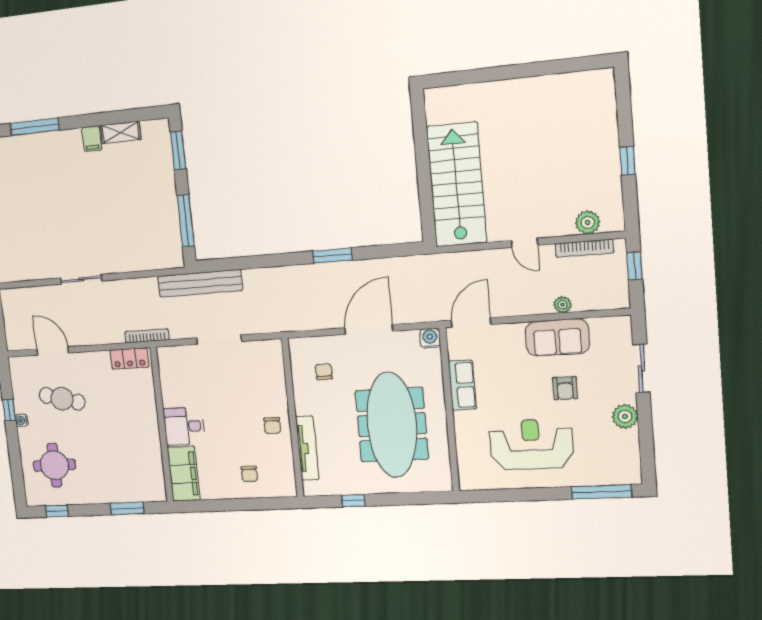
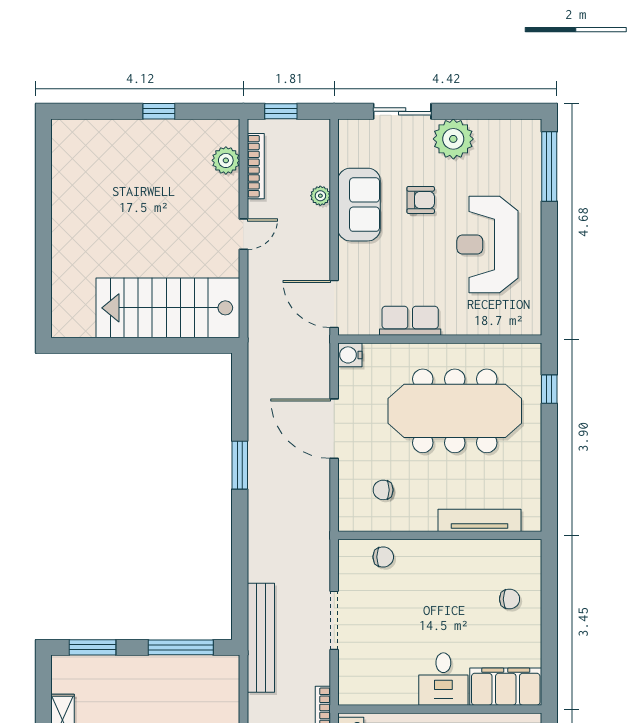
plant: (625, 416) -> (453, 139), width x1.36, depth x1.36
chair: (272, 426) -> (383, 557), moved
window: (353, 501) -> (549, 389), moved

